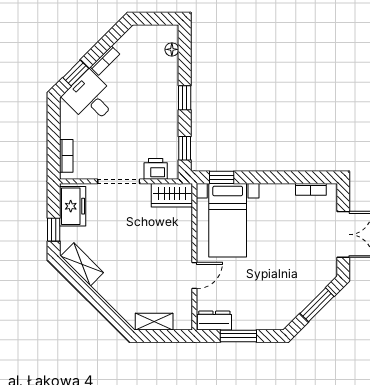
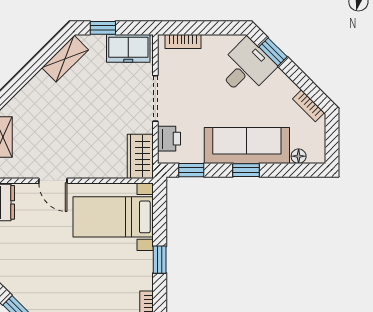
bookcase: (105, 61) -> (309, 106), moved
sofa: (162, 97) -> (247, 146), added
window: (222, 177) -> (160, 260), moved

